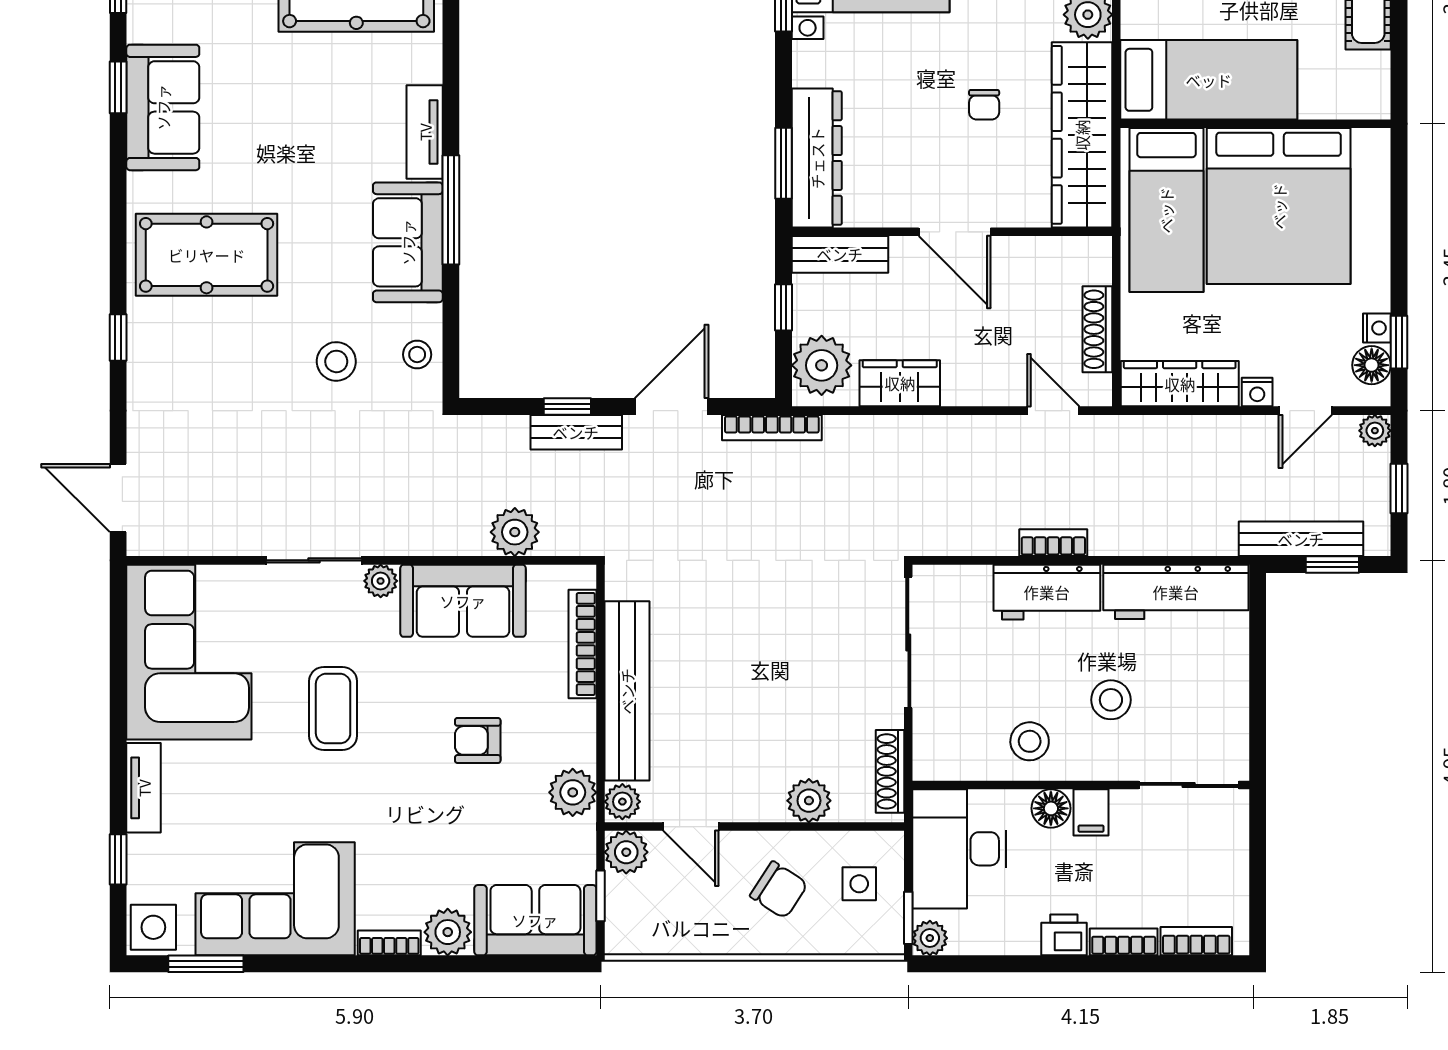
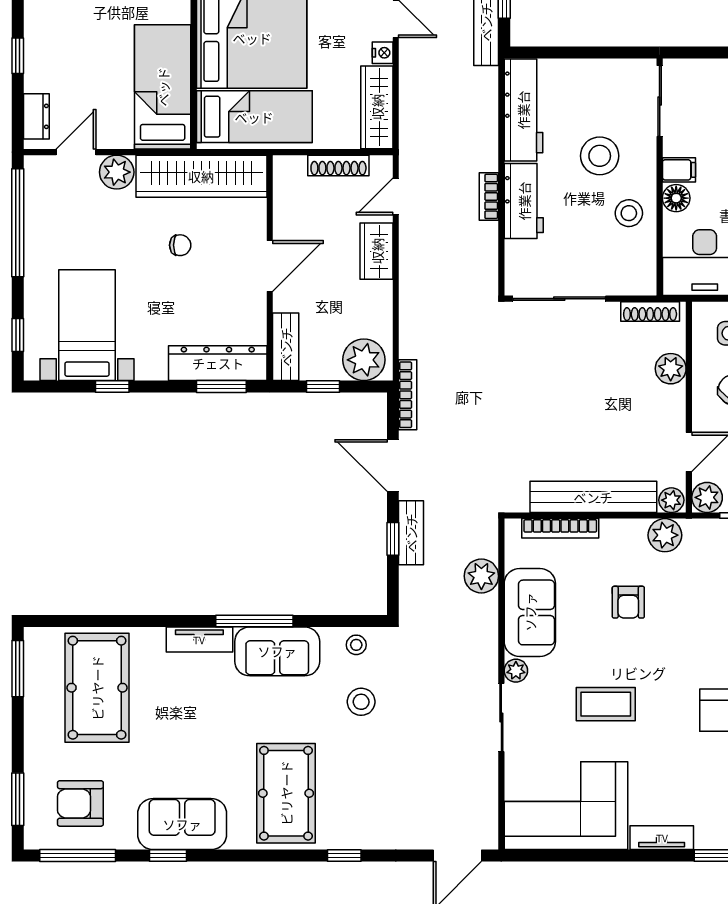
wardrobe: (900, 383) -> (377, 251), moved
stool: (1111, 700) -> (600, 156), width x1.38, depth x1.38

